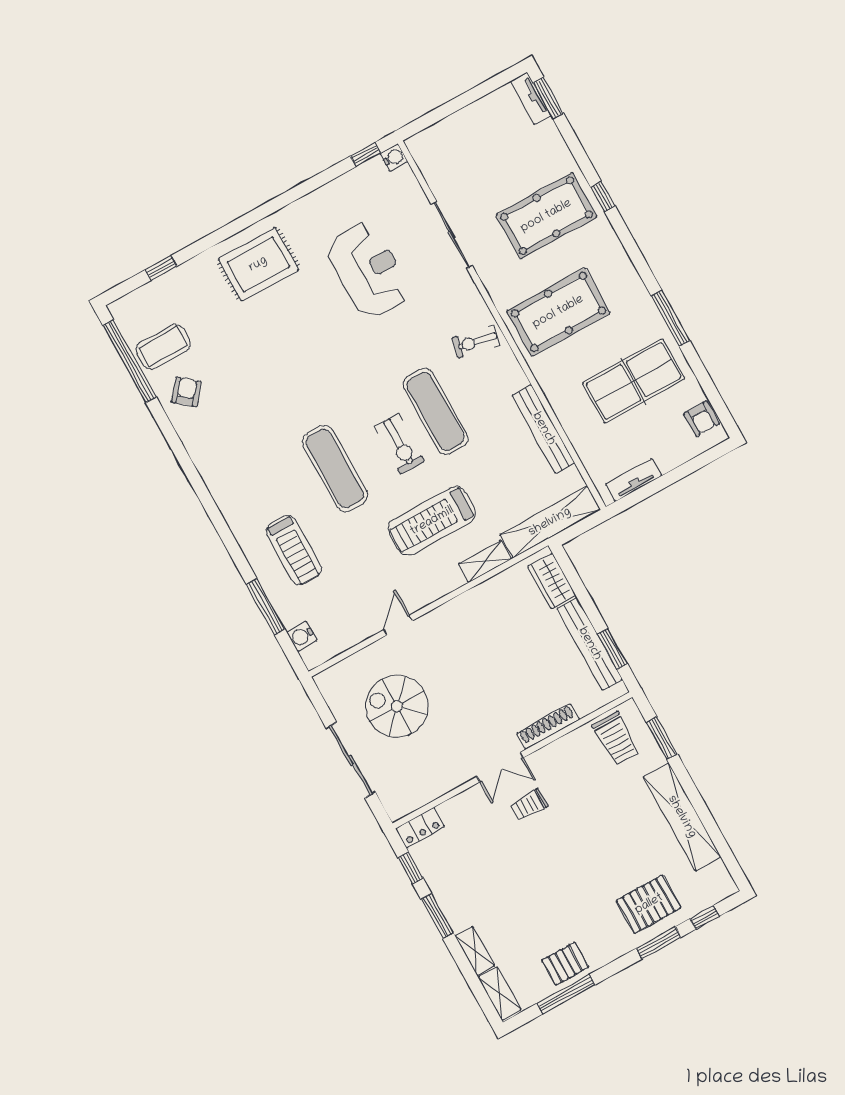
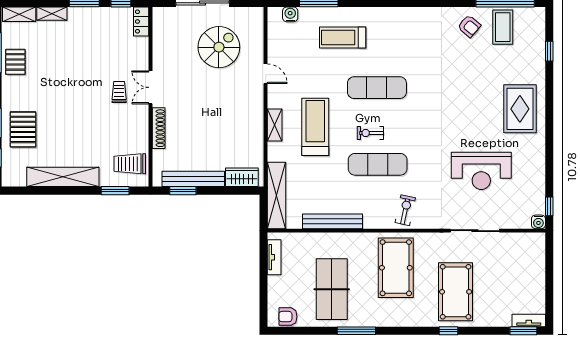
exercise bike: (400, 444) -> (370, 133), width x0.73, depth x0.72
shelving: (485, 561) -> (275, 125), moved

